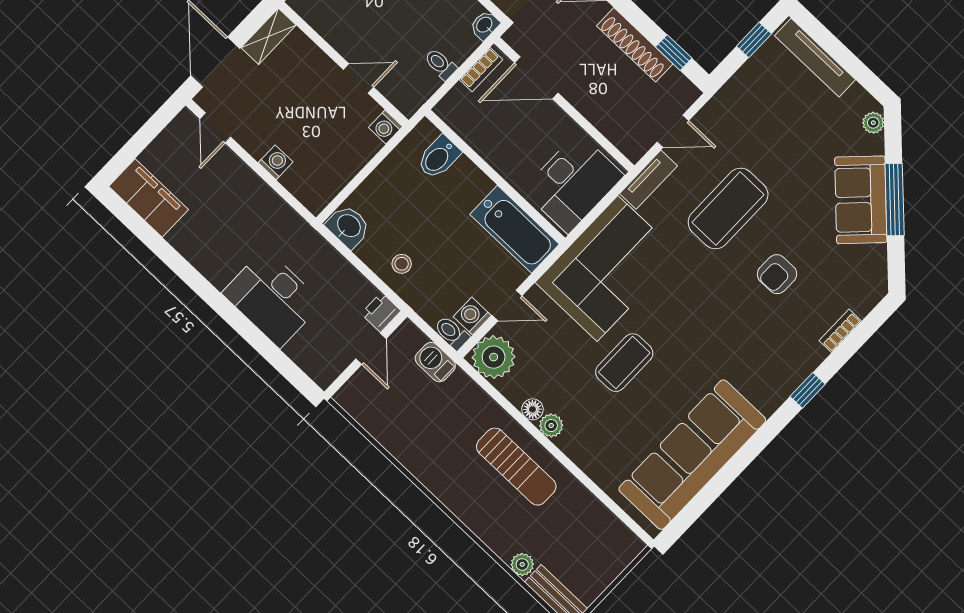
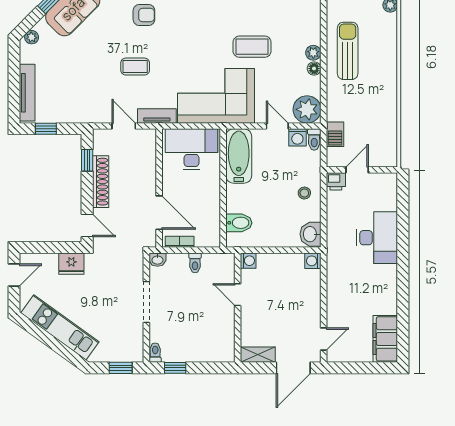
washing machine: (276, 162) -> (313, 261), moved
coffee table: (728, 208) -> (135, 67), width x0.54, depth x0.58

